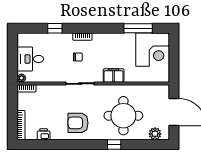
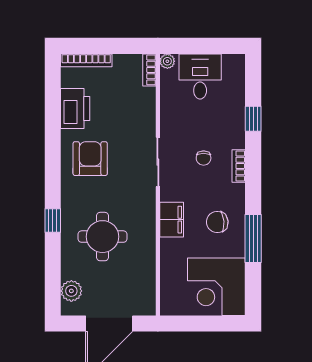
window: (138, 28) -> (253, 238), moved
chair: (115, 49) -> (217, 222), added
round table: (123, 116) -> (103, 237), width x0.73, depth x0.73
printer: (44, 134) -> (75, 108), width x1.87, depth x1.48

